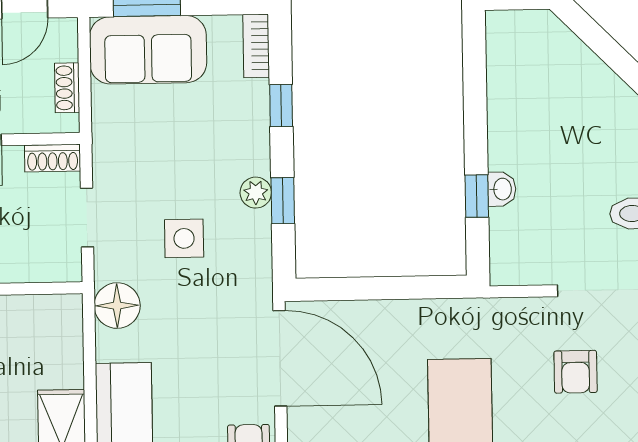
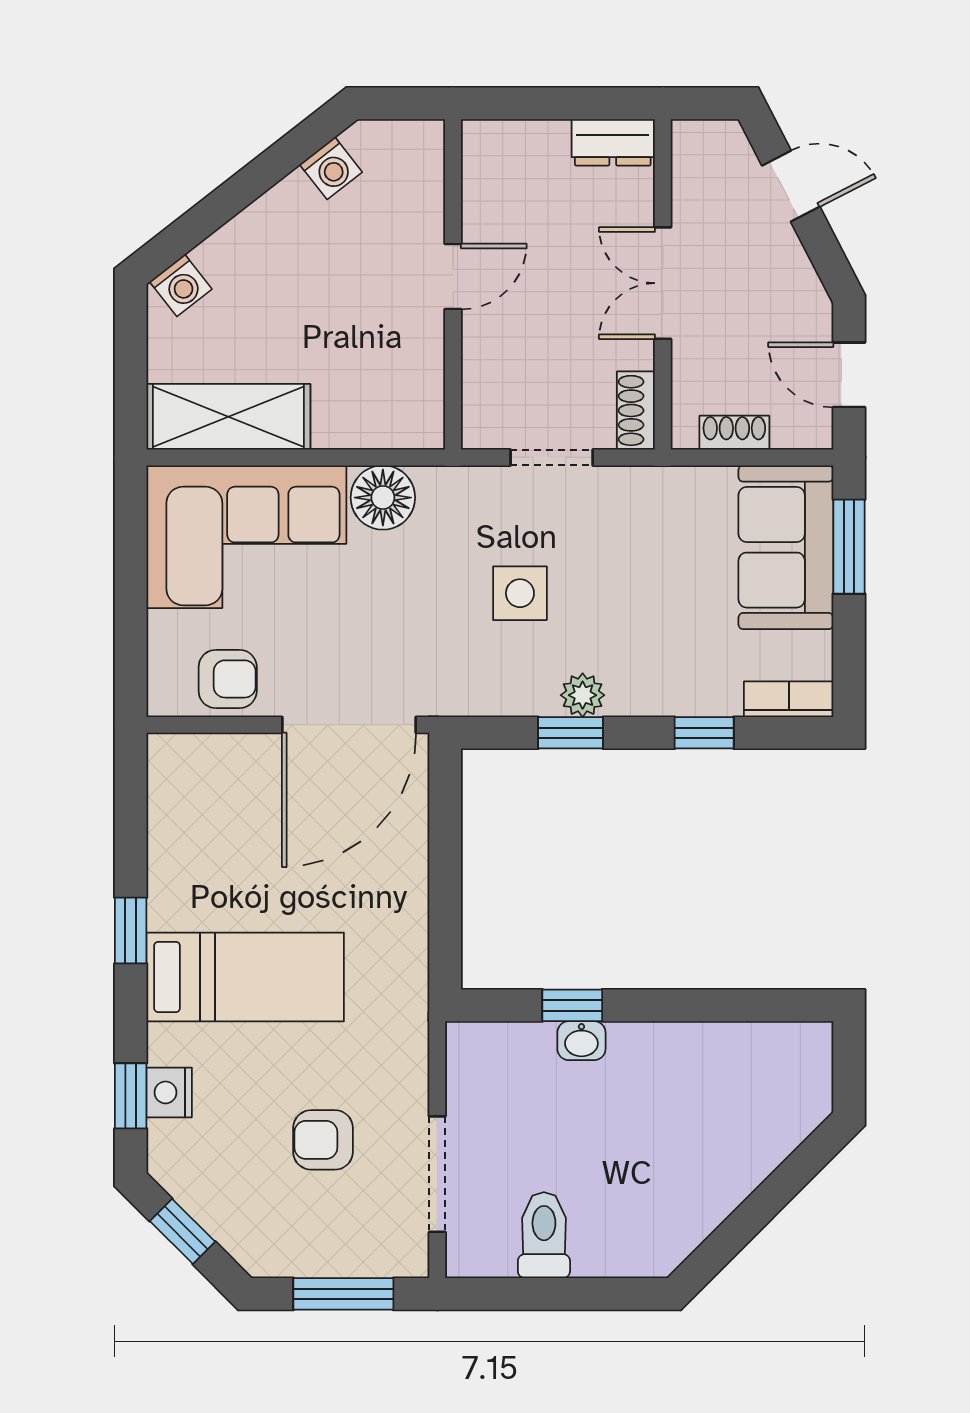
floor lamp: (117, 306) -> (383, 498), moved

